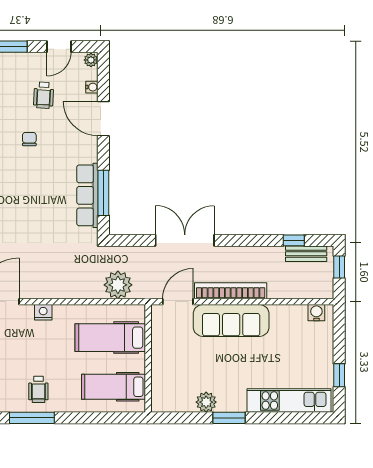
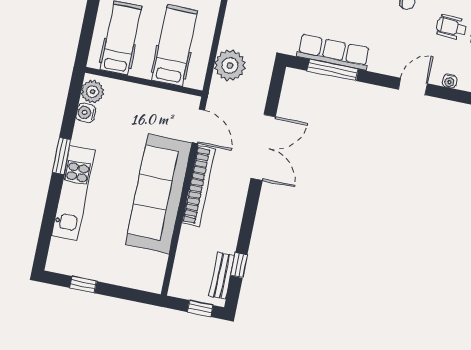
door: (103, 119) -> (413, 86), width x0.73
water cooler: (316, 313) -> (86, 113), moved, turned 180
sofa: (231, 320) -> (159, 194), width x1.36, depth x1.27
kitchen unit: (289, 401) -> (73, 193), moved
plant: (206, 402) -> (92, 92), moved

